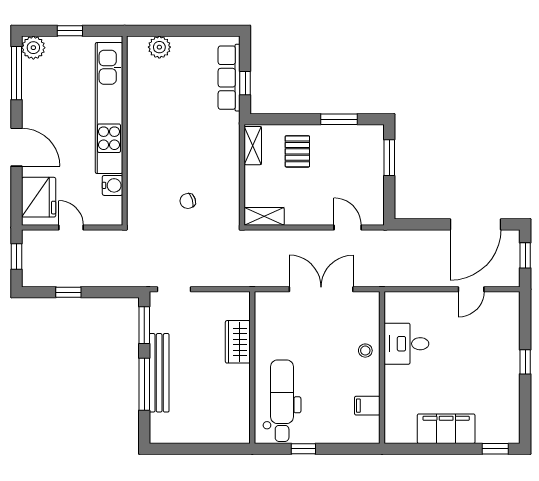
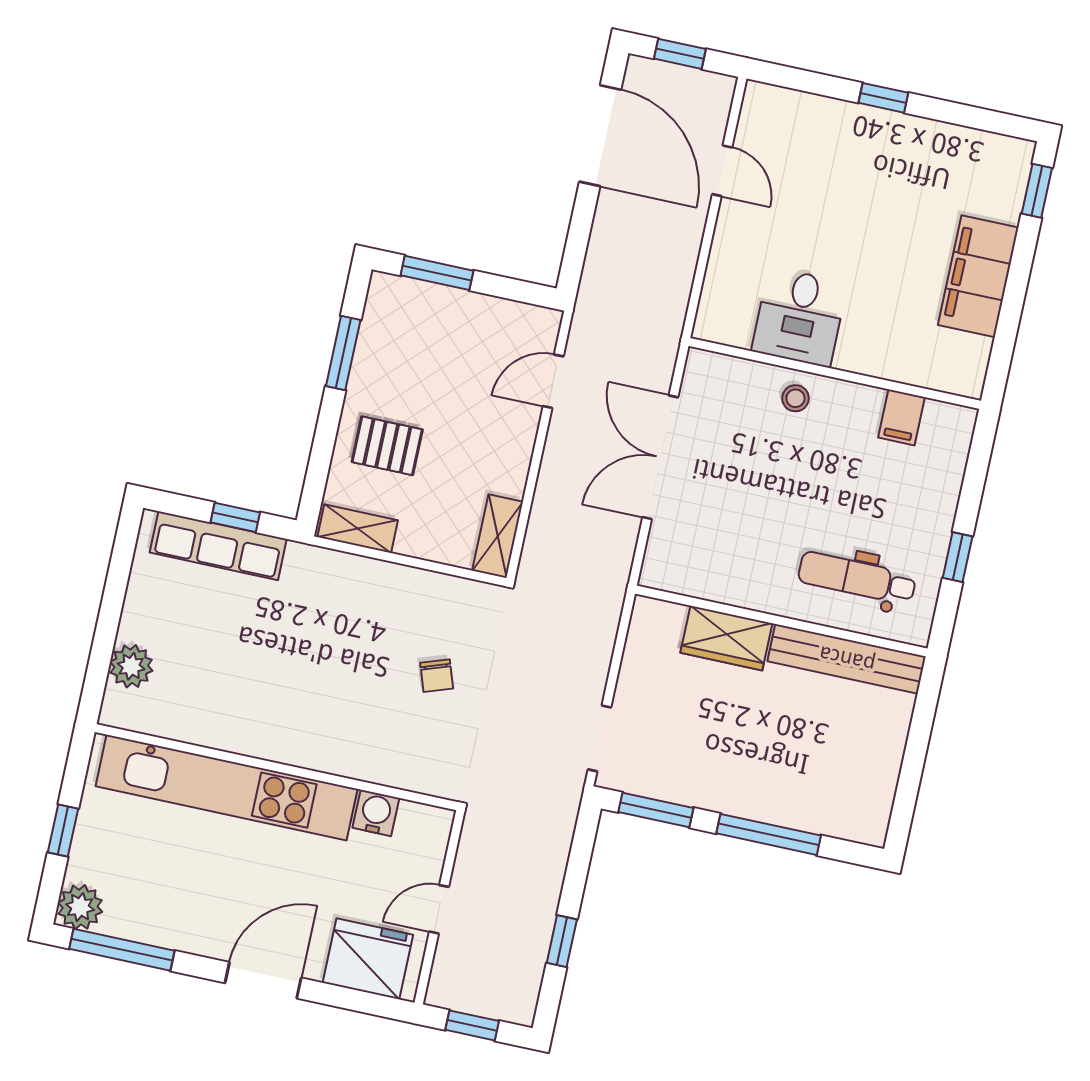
bench: (159, 373) -> (847, 659), moved
dental chair: (282, 401) -> (857, 578), width x0.73, depth x0.72

